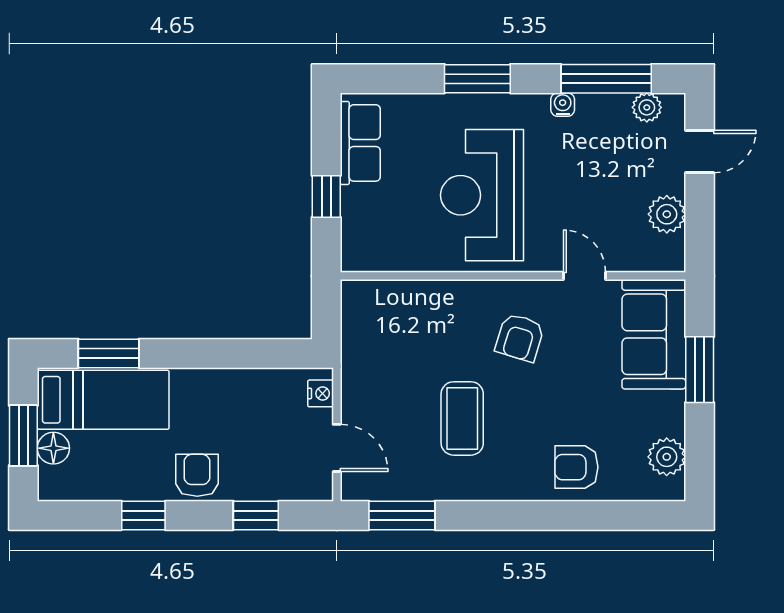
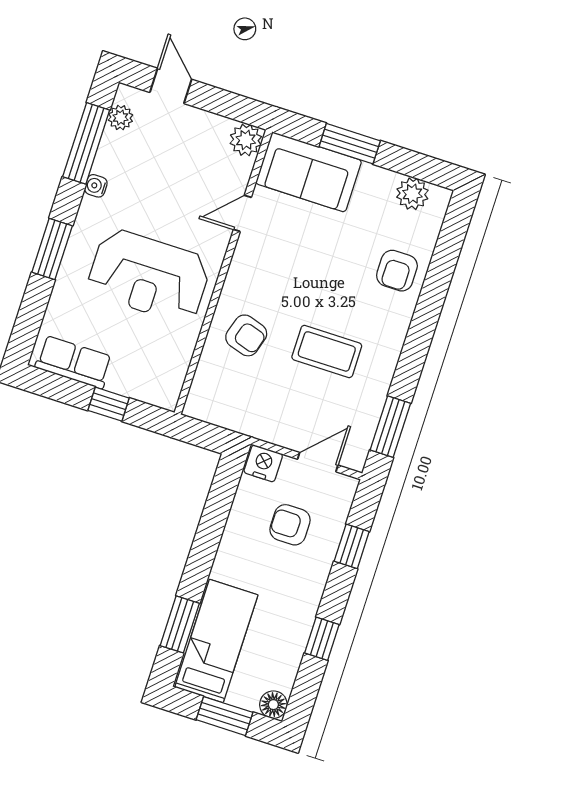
plant: (667, 214) -> (246, 140), moved
armchair: (520, 338) -> (246, 335), moved
nightstand: (321, 393) -> (263, 463), width x1.39, depth x1.35
floor lamp: (53, 448) -> (273, 705), moved
armchair: (197, 475) -> (290, 525), moved

